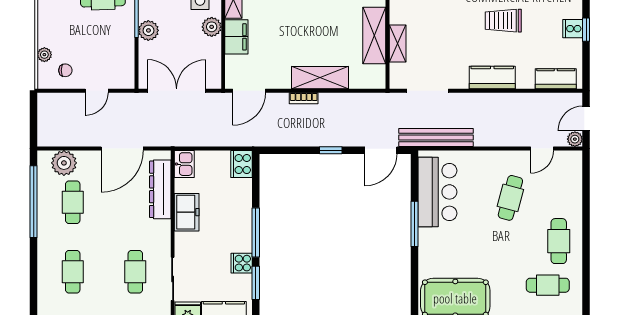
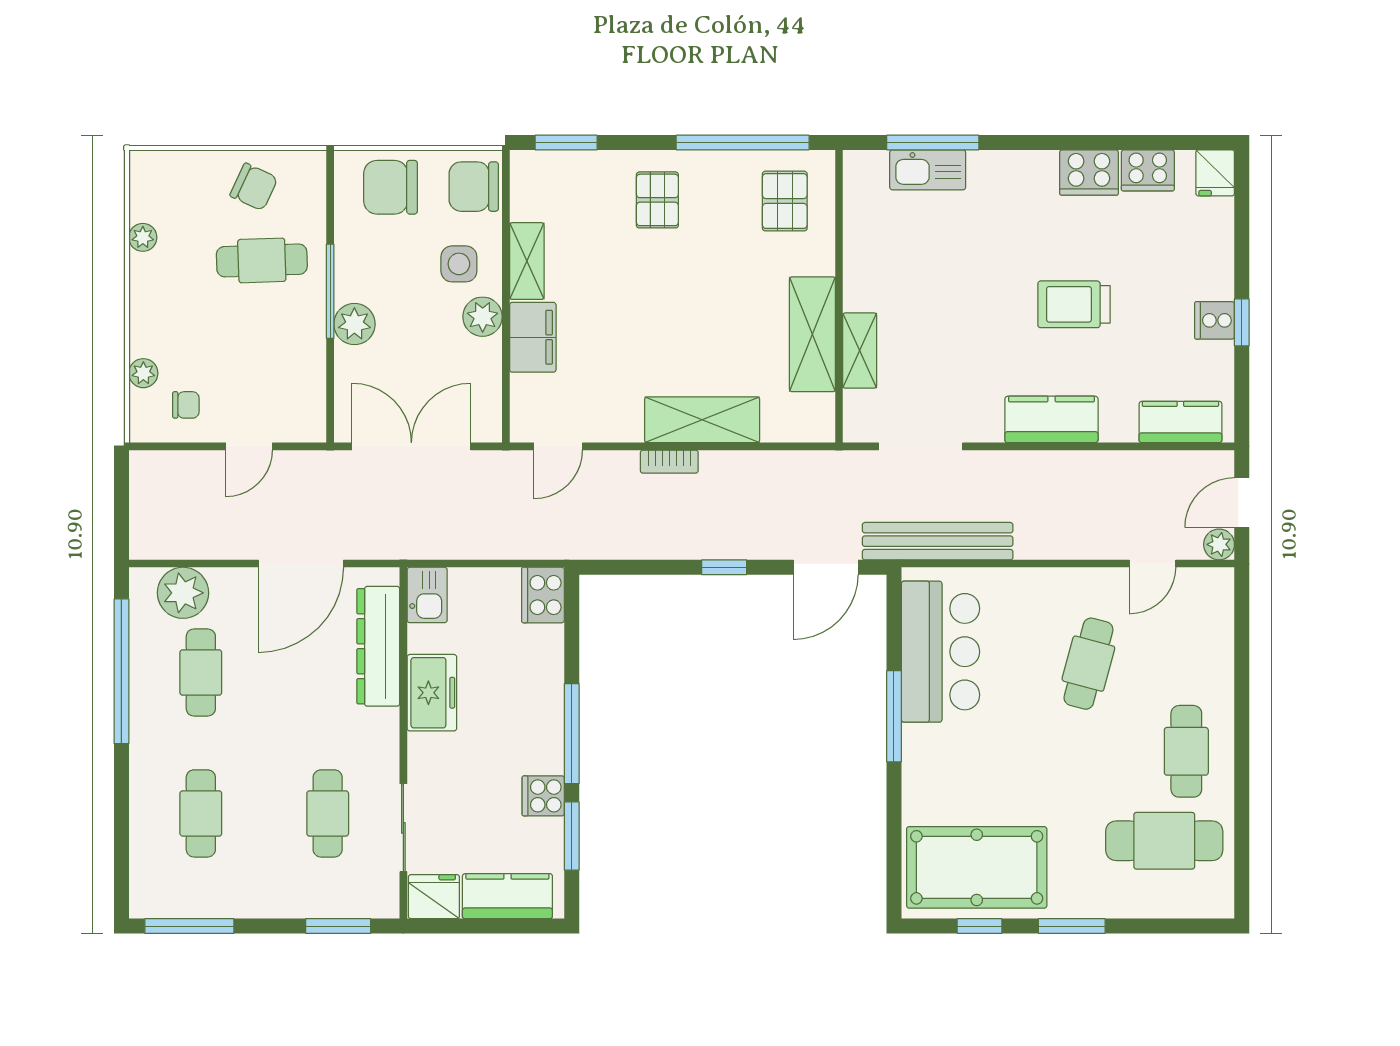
door: (249, 91) -> (558, 446), width x0.73
cafe table: (548, 285) -> (1164, 841), width x1.37, depth x1.35

